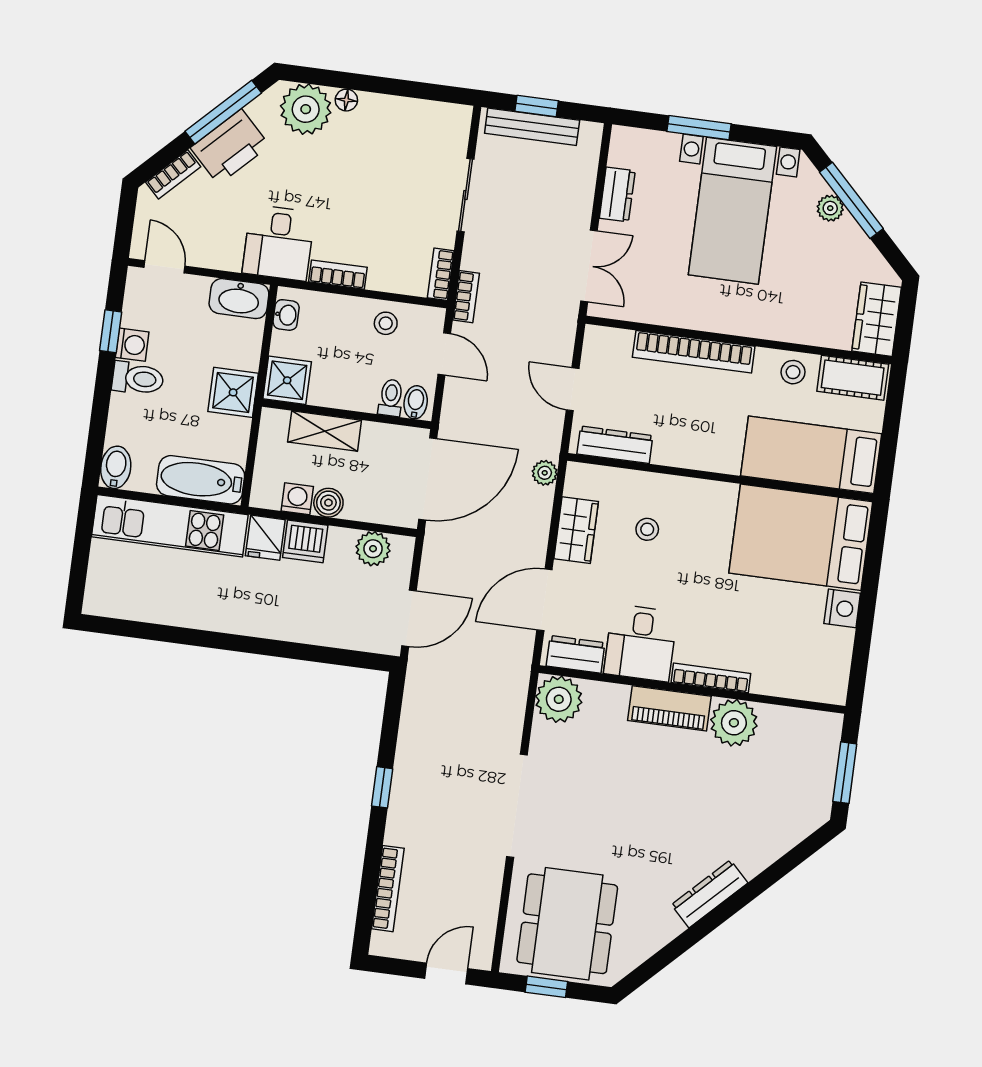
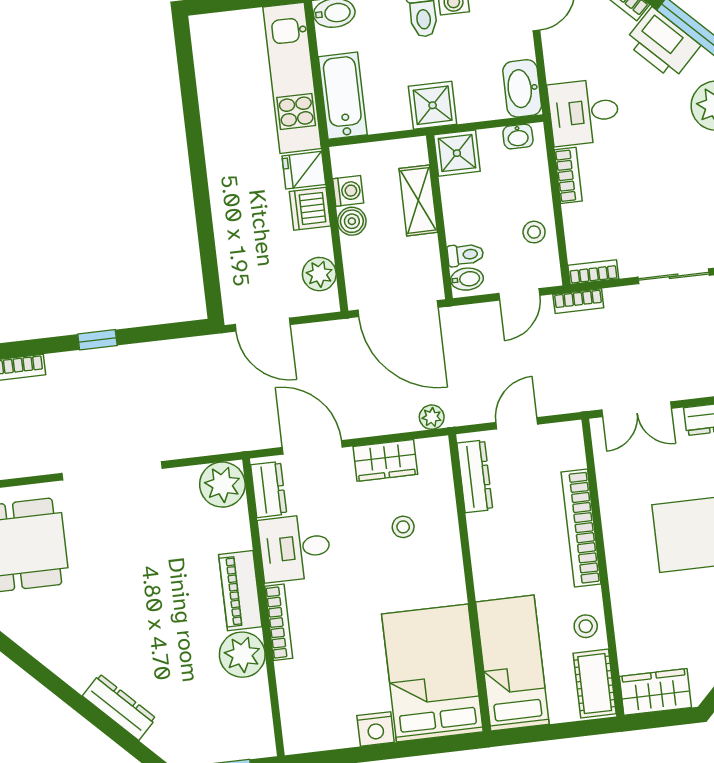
dresser: (710, 894) -> (119, 707), moved

